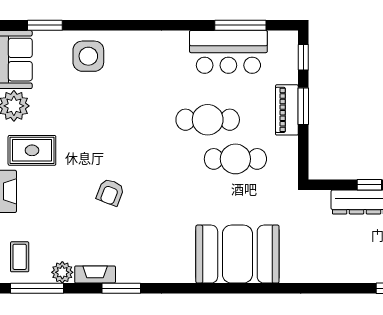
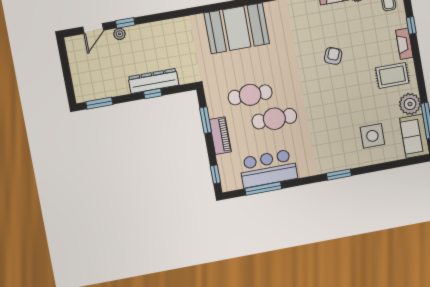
window: (45, 25) -> (339, 175), moved
side table: (88, 56) -> (372, 136), moved
window: (303, 106) -> (206, 120), moved

